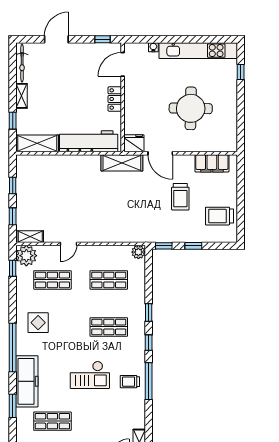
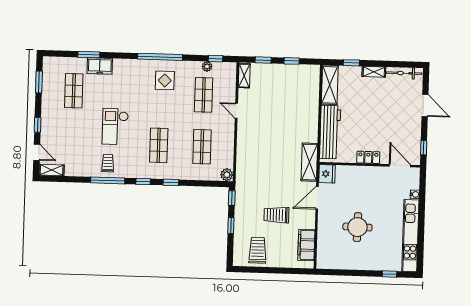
round table: (191, 108) -> (357, 227), width x0.73, depth x0.73
plant: (26, 256) -> (207, 66), moved, width x0.53, depth x0.53
window: (13, 347) -> (160, 57), moved
freezer: (27, 381) -> (100, 66), width x0.52, depth x0.79

